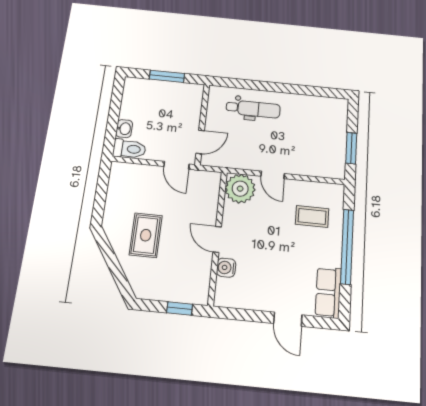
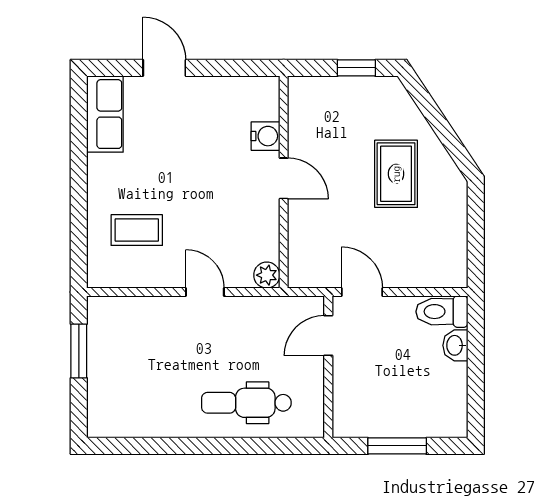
plant: (240, 189) -> (267, 275), width x0.53, depth x0.53
window: (347, 246) -> (79, 188), removed
window: (180, 308) -> (356, 68), moved

